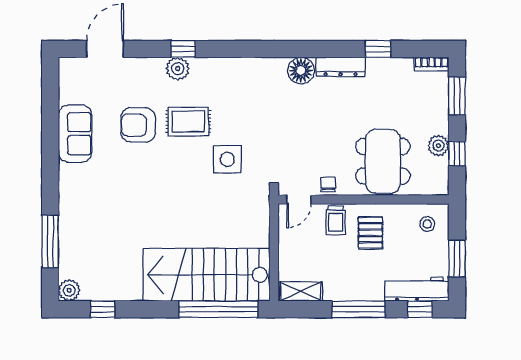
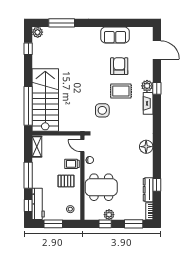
fireplace: (213, 67) -> (148, 103), added
dresser: (341, 67) -> (148, 190), moved
rug: (188, 121) -> (121, 91), turned 90

